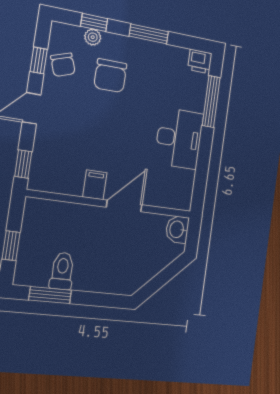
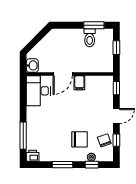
chair: (110, 76) -> (80, 139), turned 90
desk: (179, 138) -> (38, 91), moved

